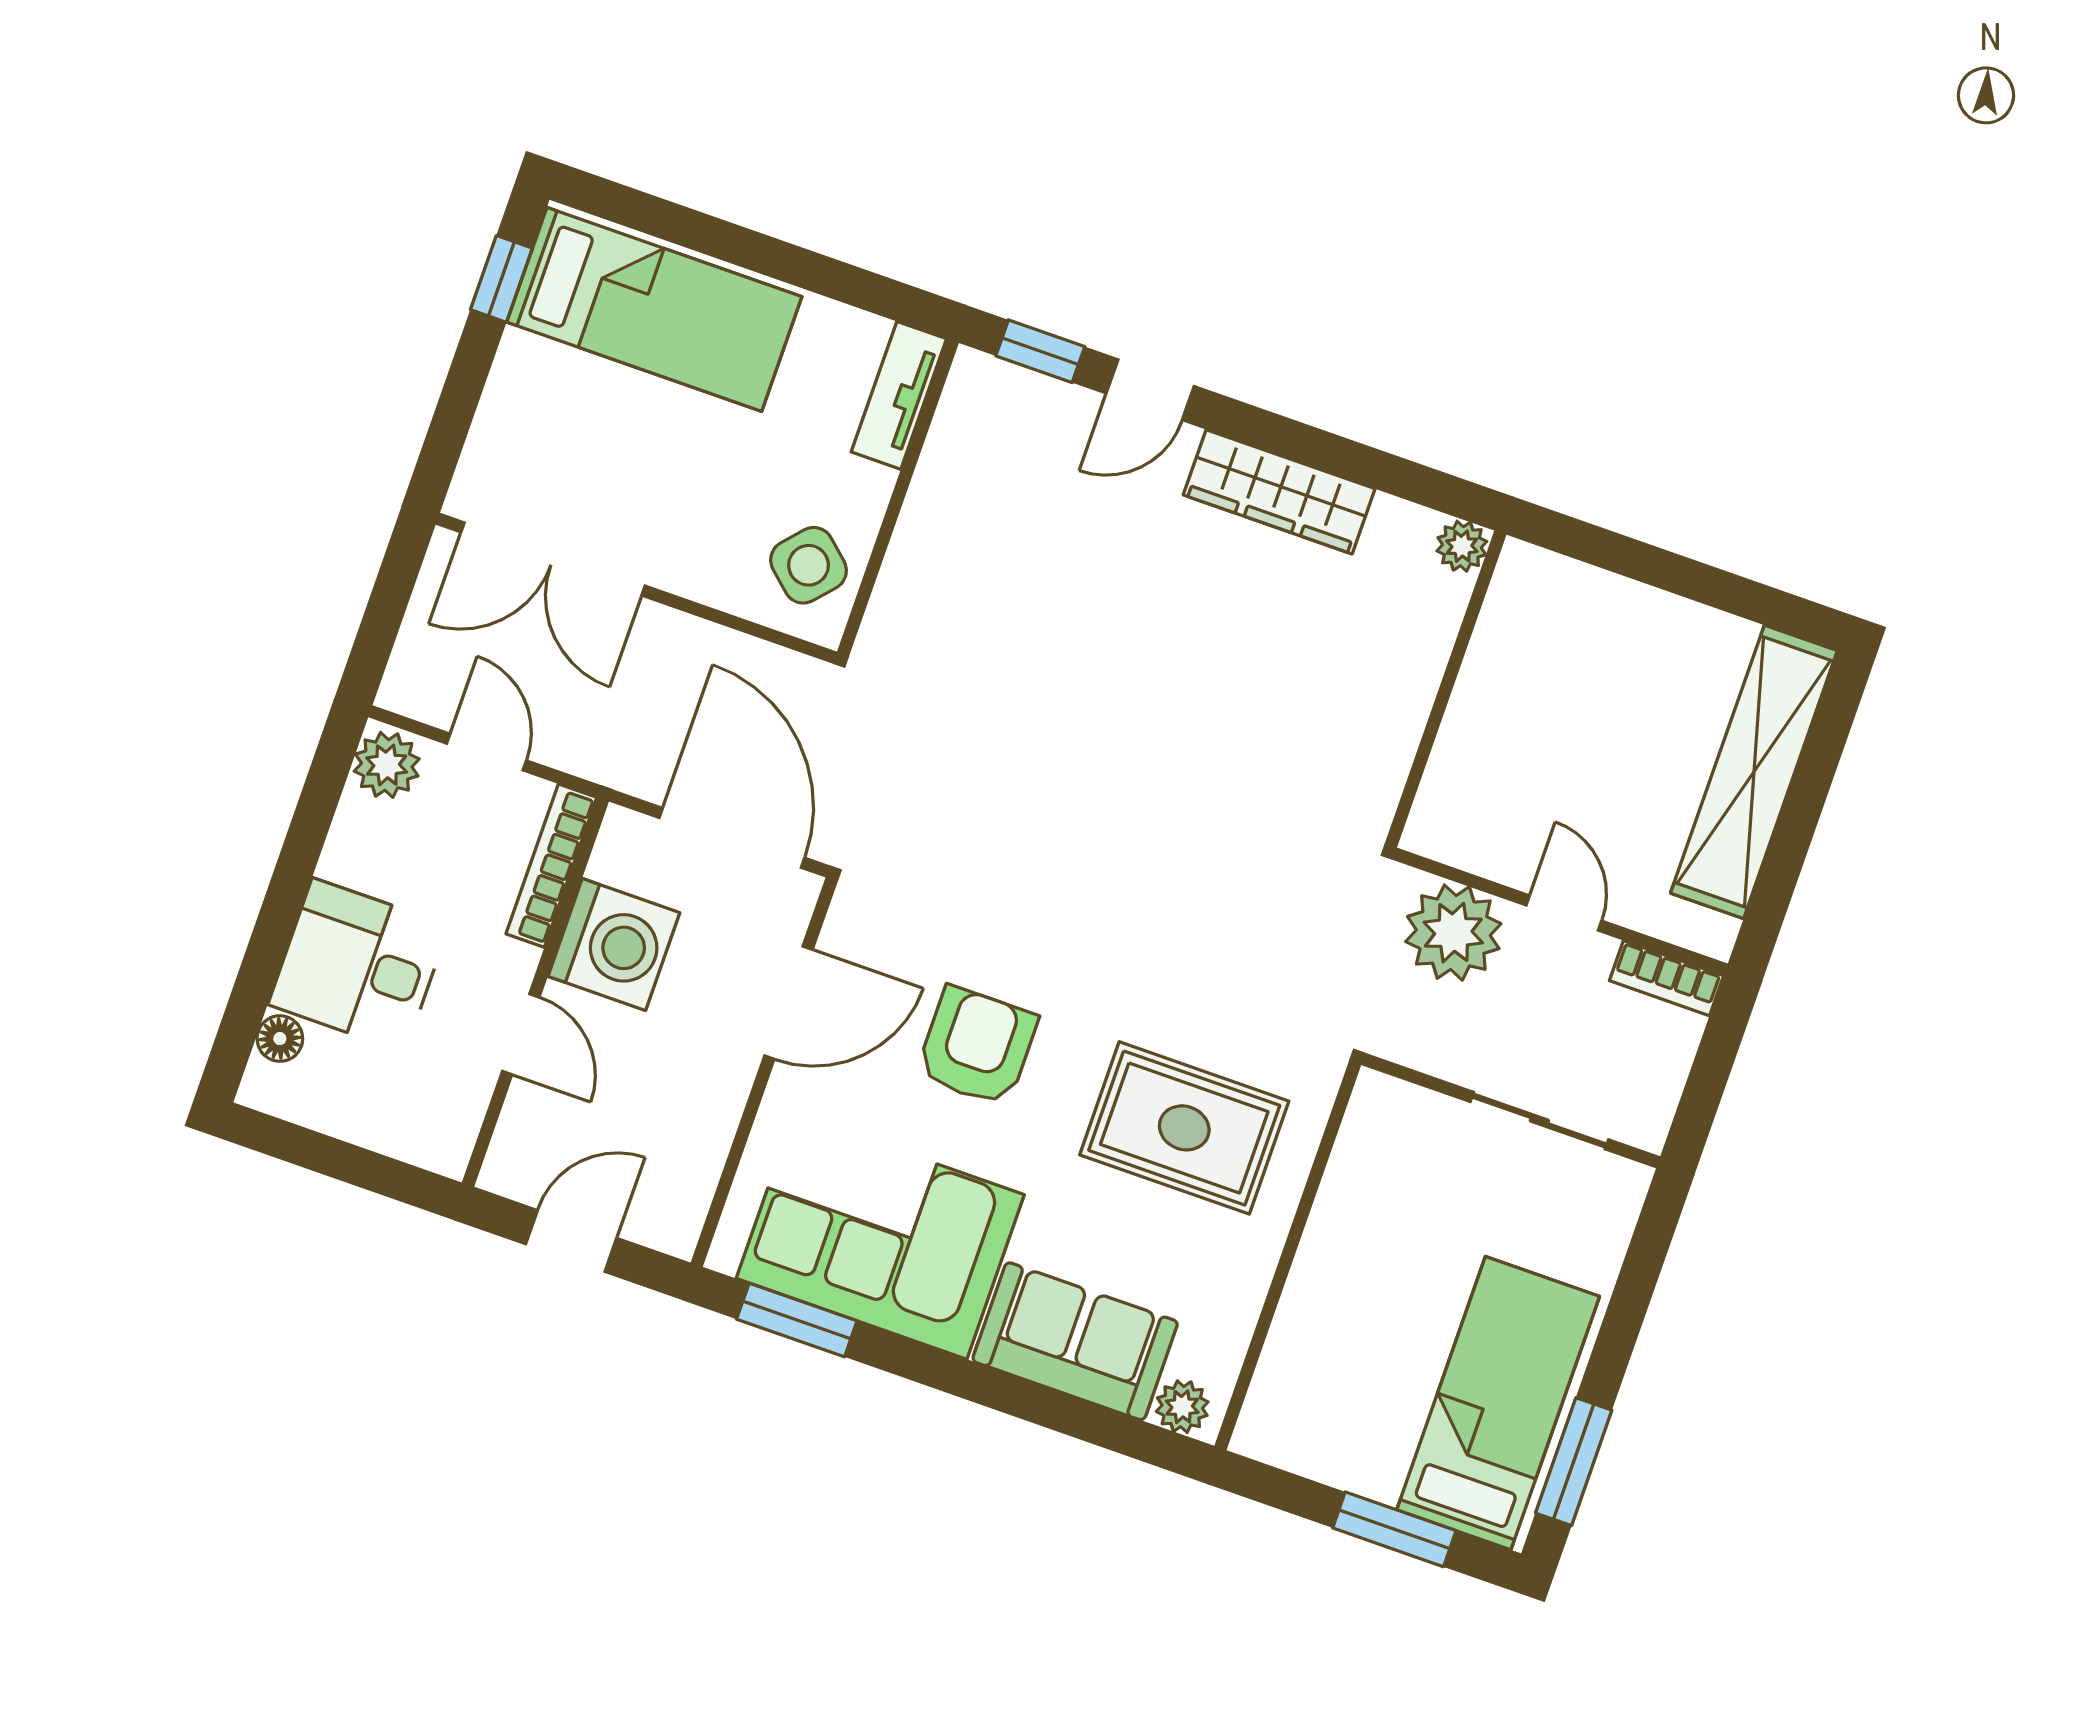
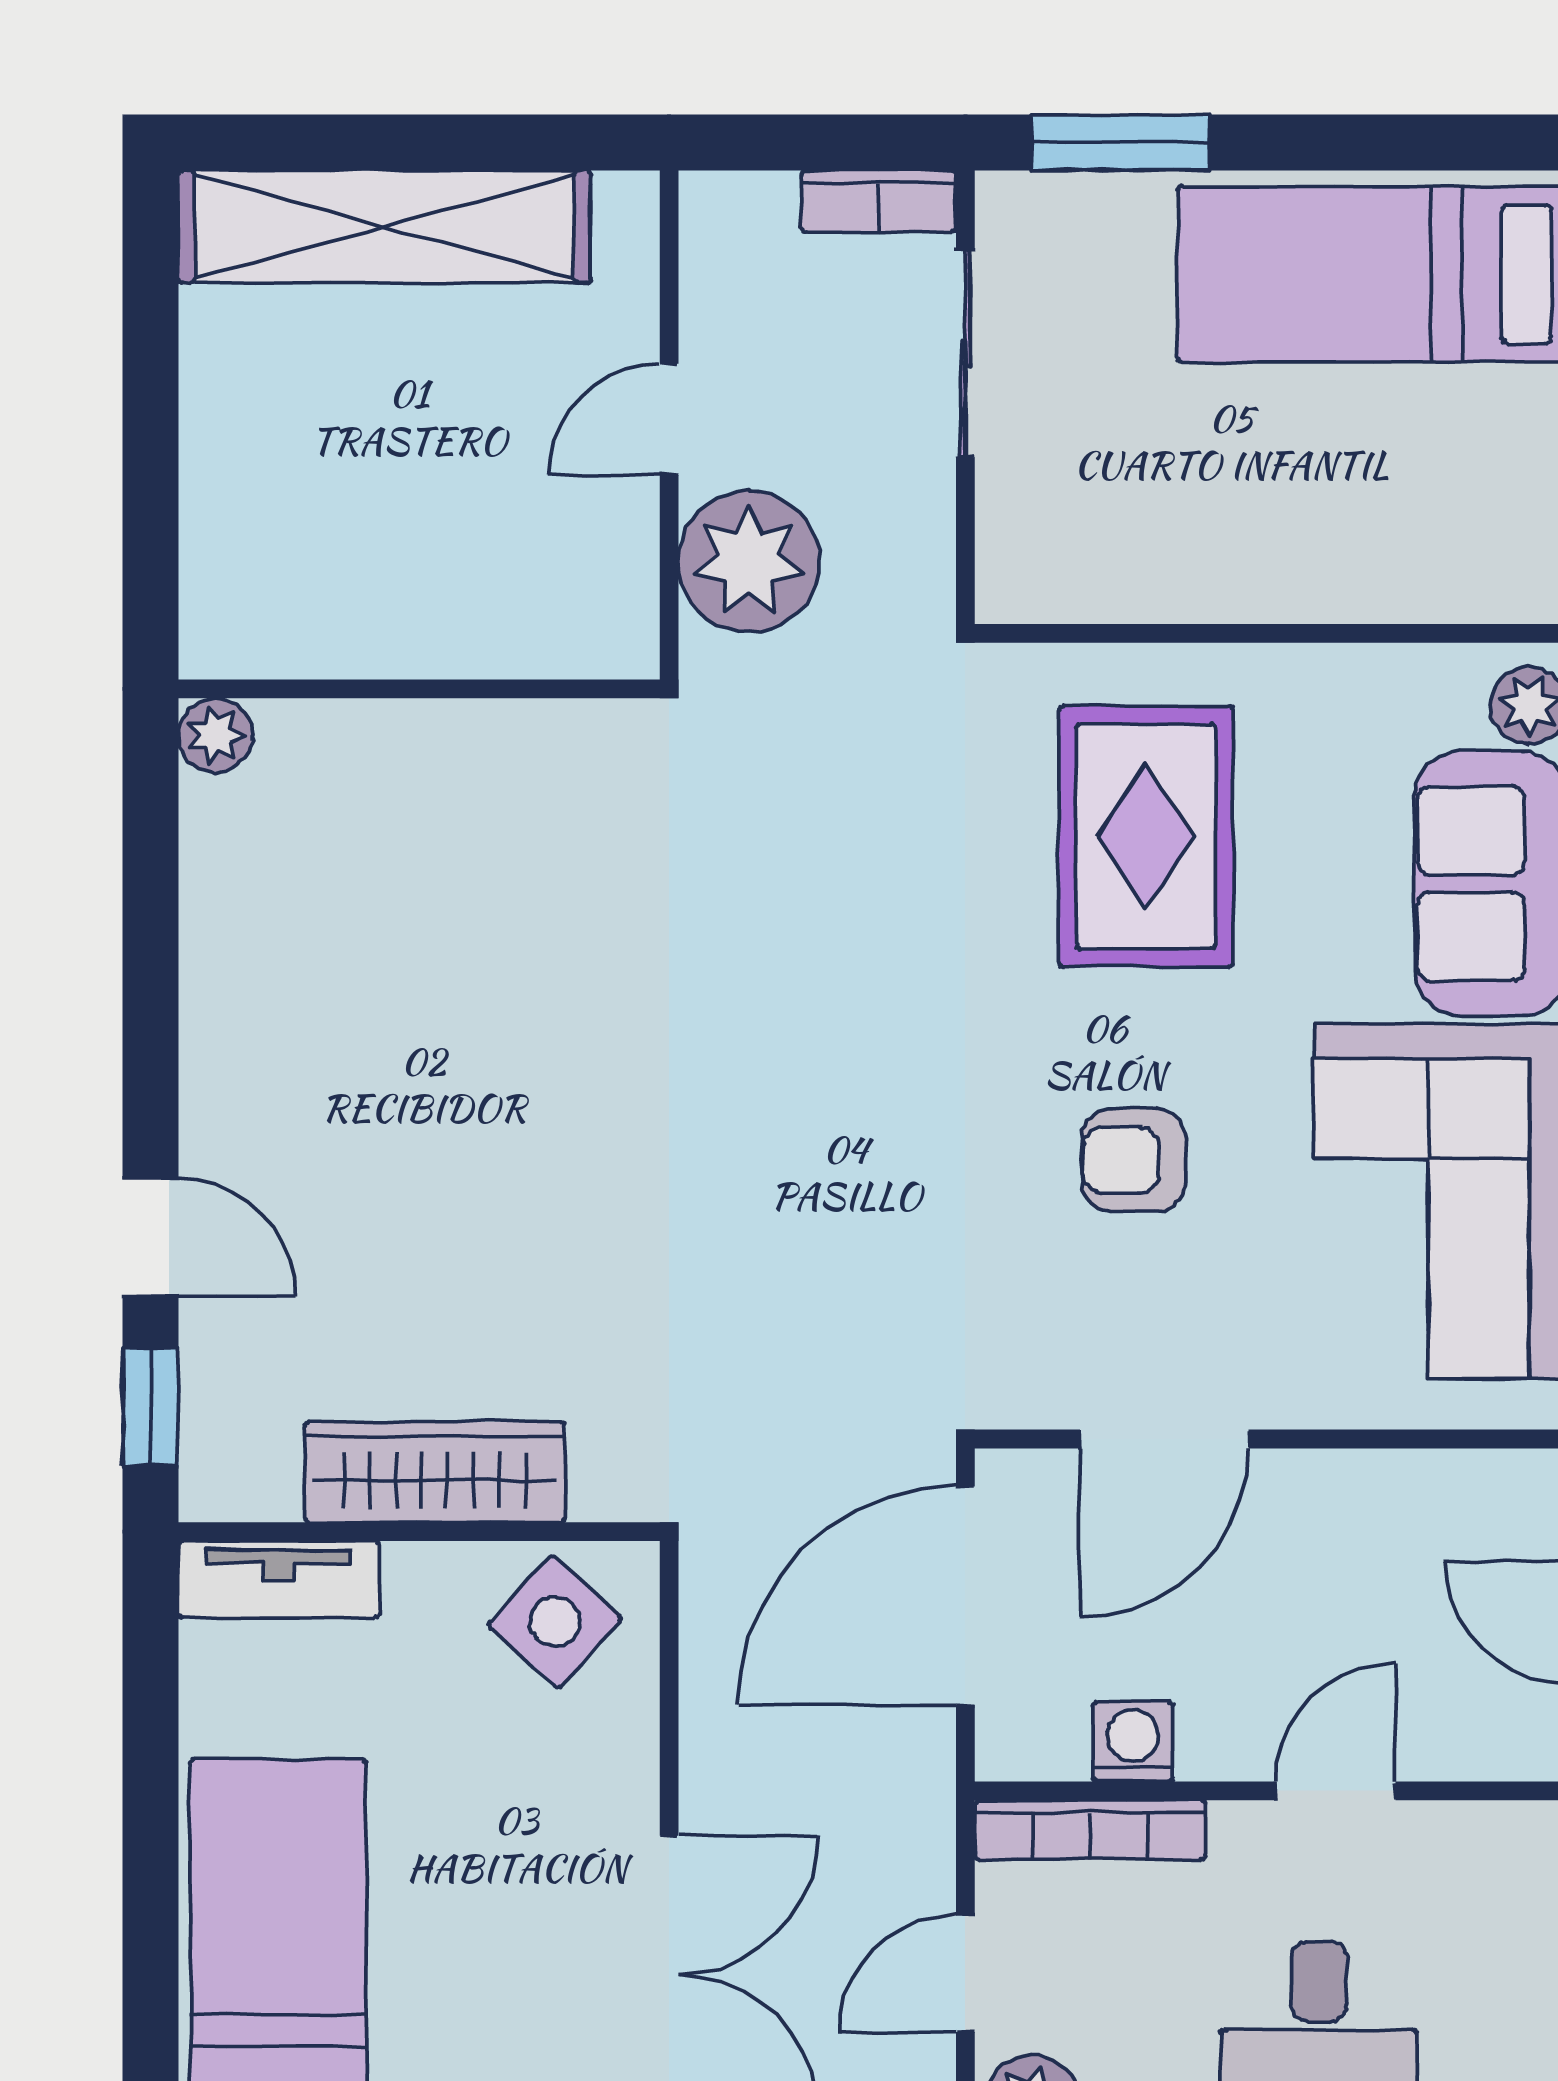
wardrobe: (1279, 492) -> (435, 1472), moved, turned -90
washing machine: (614, 944) -> (1133, 1742), width x0.53, depth x0.53
bookcase: (1666, 978) -> (879, 201), moved, turned 90
door: (789, 1003) -> (1164, 1439), swing flipped
armchair: (977, 1046) -> (1134, 1160), width x0.72, depth x0.72
window: (1574, 1462) -> (1120, 143), moved

